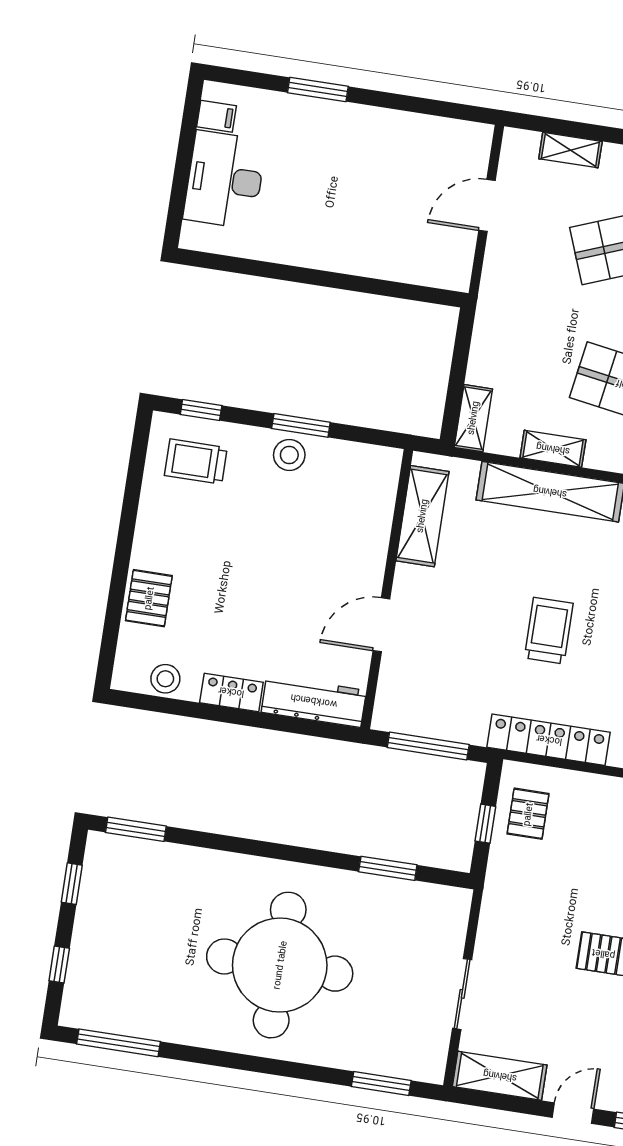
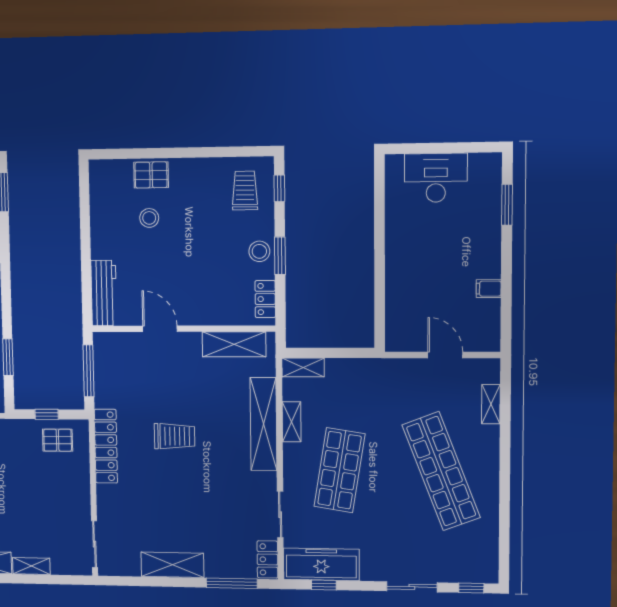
window: (318, 90) -> (507, 205), moved
filing cabinet: (217, 116) -> (489, 289), moved, turned 90
stool: (165, 679) -> (149, 218), moved
locker: (231, 692) -> (265, 299), moved, turned 180

